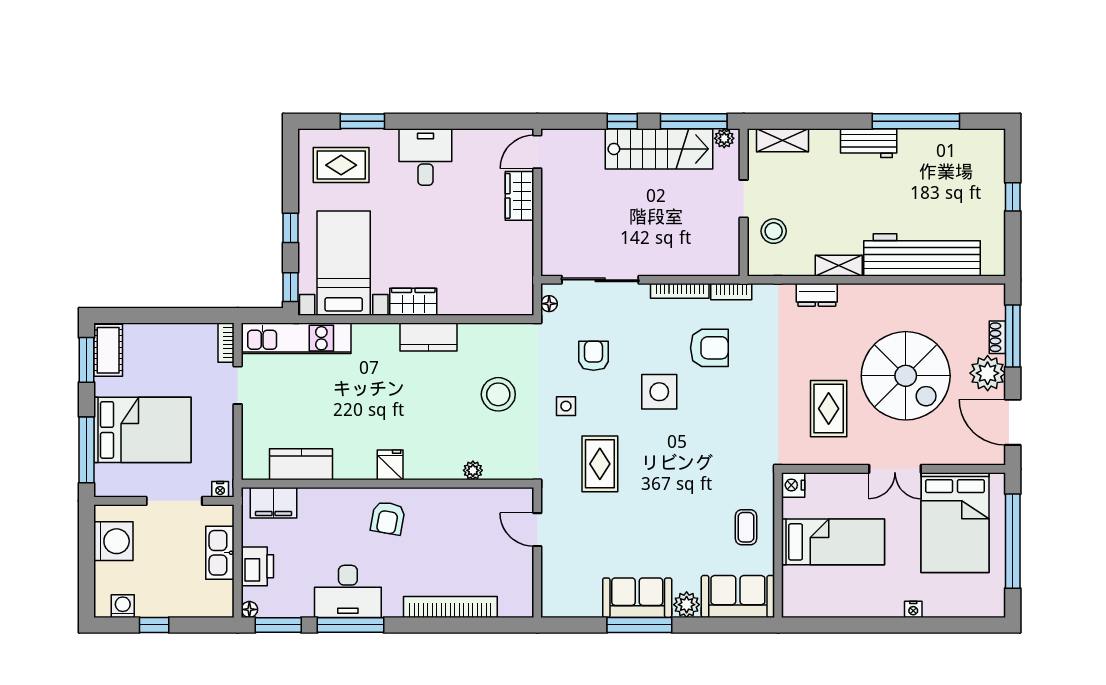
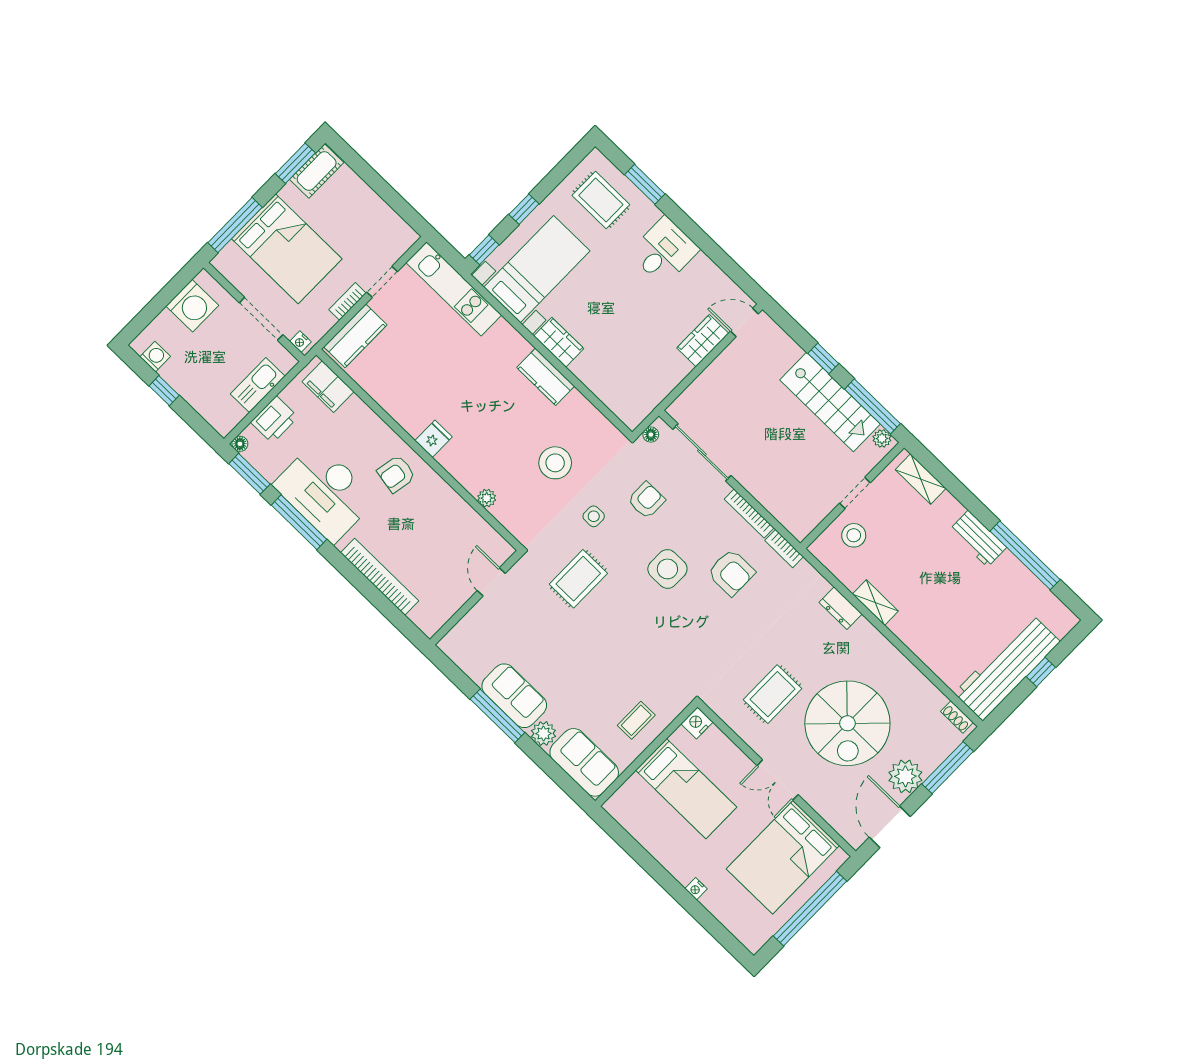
workbench: (922, 255) -> (1007, 667), moved, turned -90
shoe rack: (997, 337) -> (957, 717), moved, turned -90
bookcase: (226, 343) -> (347, 301), moved
kitchen counter: (301, 464) -> (355, 336), moved, turned 90
desk: (348, 591) -> (325, 492), width x1.36, depth x1.30

